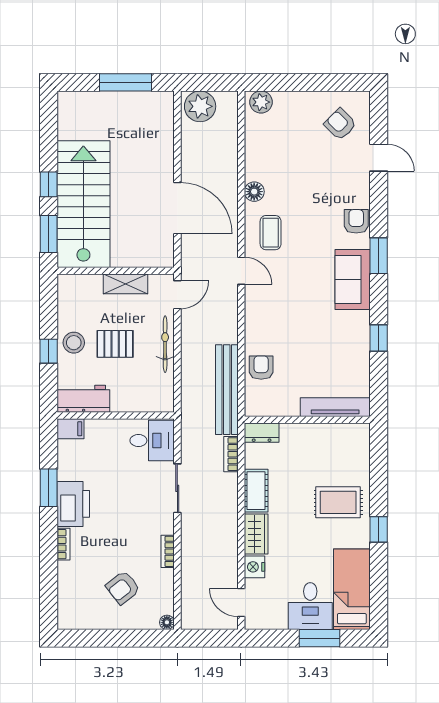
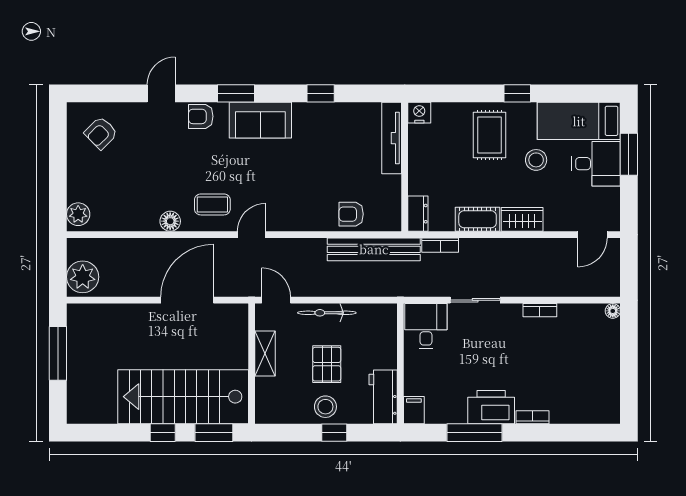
door: (379, 158) -> (161, 93), moved
window: (49, 488) -> (475, 433), width x1.44
stool: (314, 548) -> (536, 160), added
nightstand: (255, 567) -> (419, 113), moved, turned 180
armchair: (123, 588) -> (577, 356), removed

